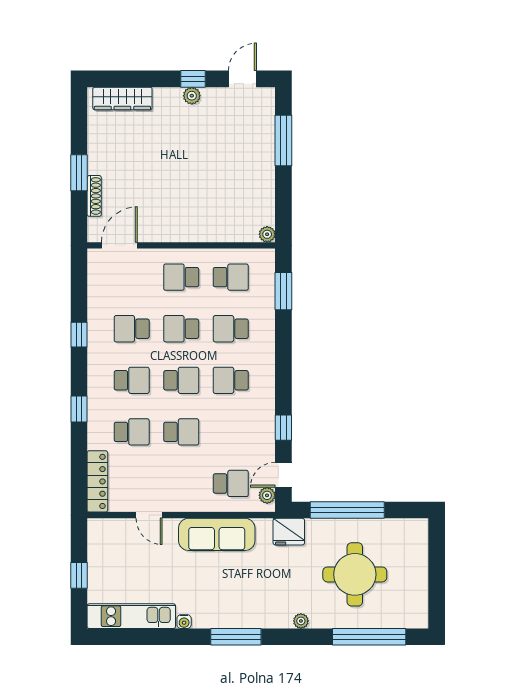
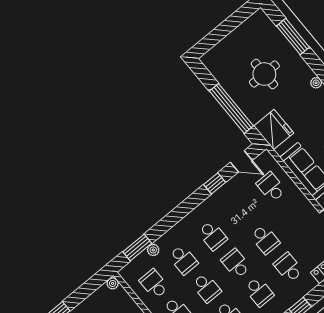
school desk: (132, 380) -> (259, 292), turned 180
school desk: (181, 432) -> (265, 239), turned 180
plant: (267, 495) -> (153, 250), moved
fridge: (289, 532) -> (274, 129), width x1.36, depth x1.34
round table: (355, 574) -> (264, 74), width x0.73, depth x0.73
window: (369, 637) -> (293, 37), width x0.68

